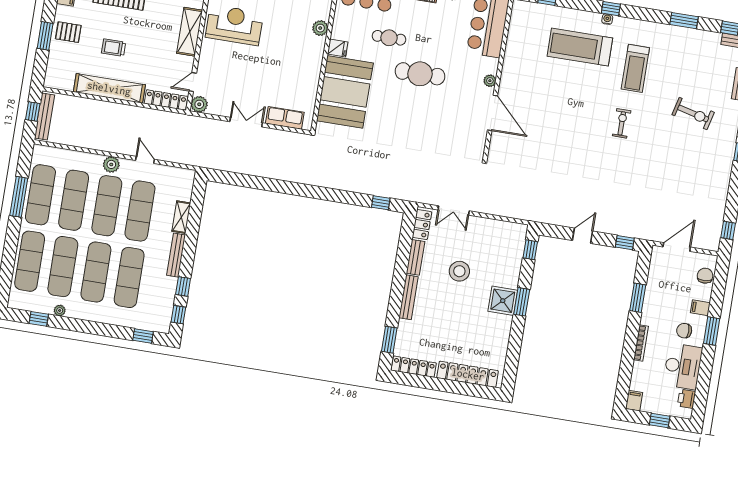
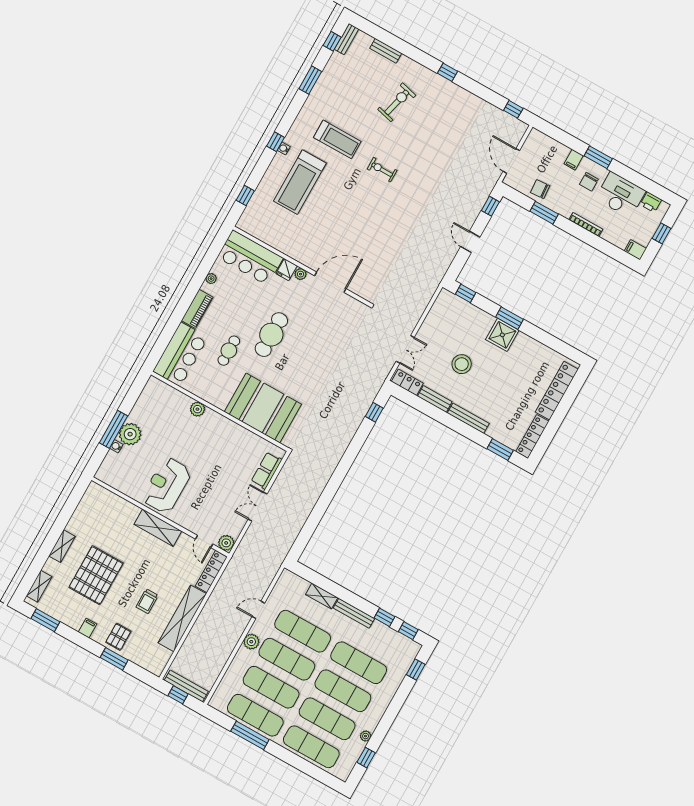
fridge: (338, 48) -> (287, 270), moved, turned 180
chair: (705, 276) -> (540, 189), moved

